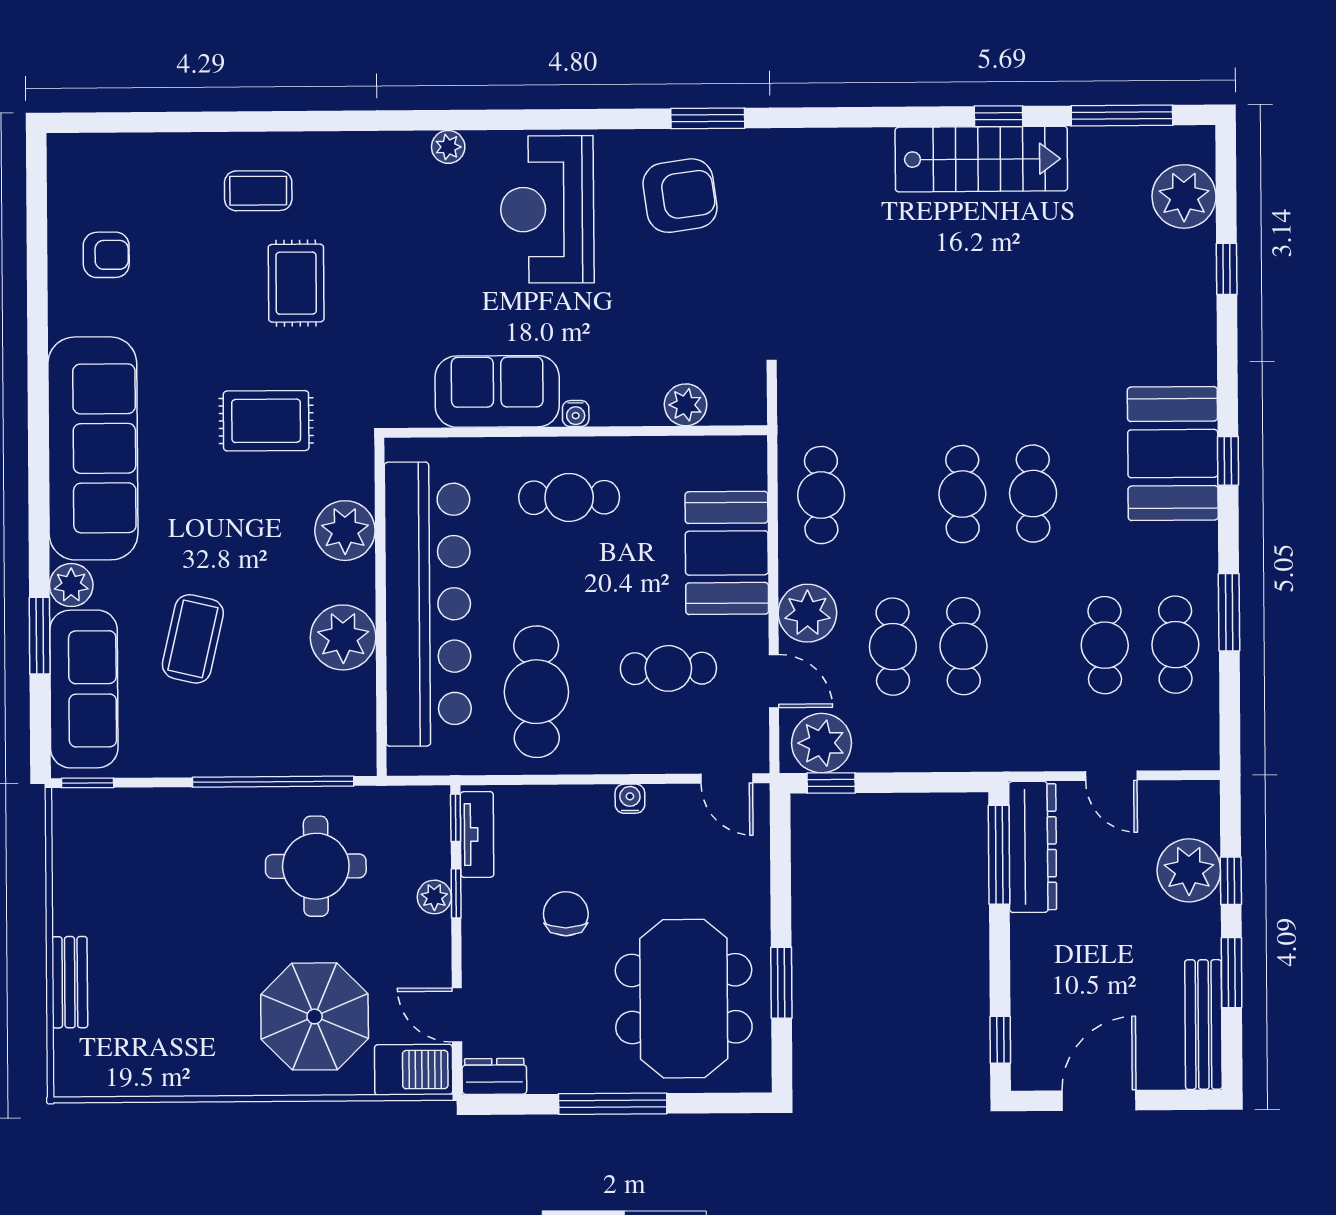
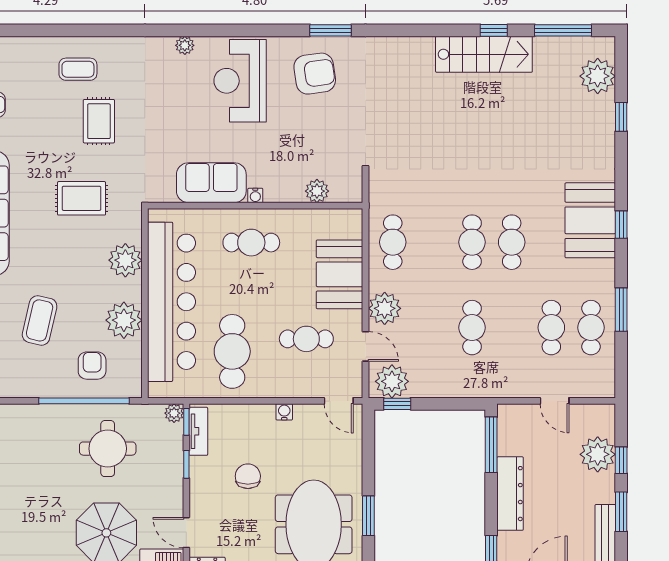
cafe table: (893, 647) -> (432, 328), removed
armchair: (287, 719) -> (92, 366), added
dresser: (1033, 847) -> (510, 494), moved
plant: (434, 897) -> (174, 413), moved

